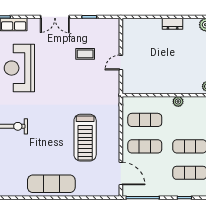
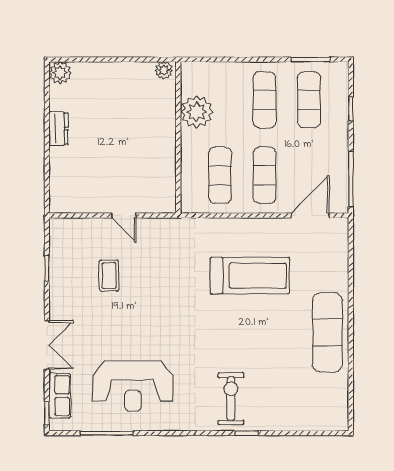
double door: (55, 17) -> (47, 345), moved
plant: (178, 101) -> (197, 112), width x1.88, depth x1.88

